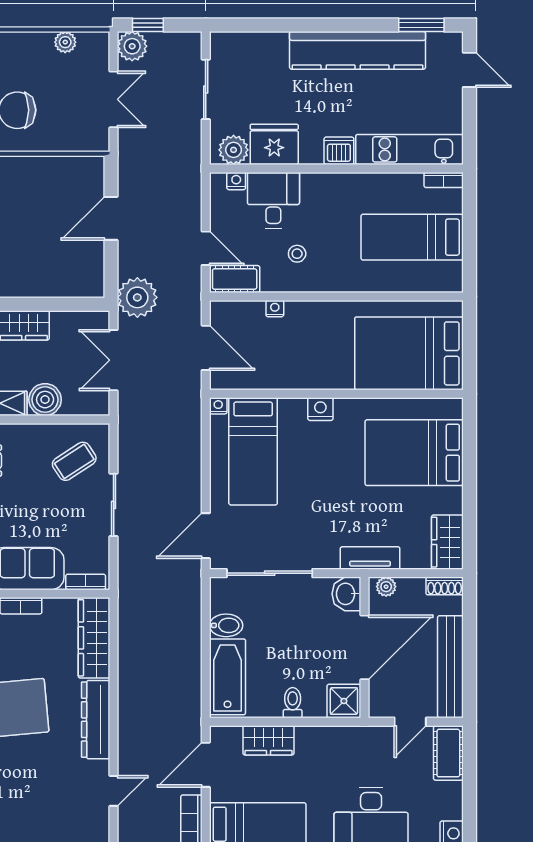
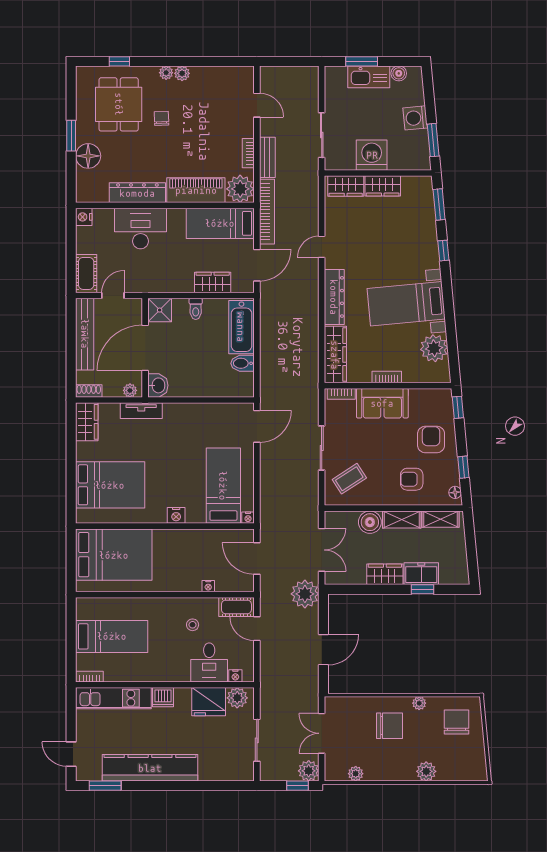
sliding door: (270, 573) -> (212, 400), removed

